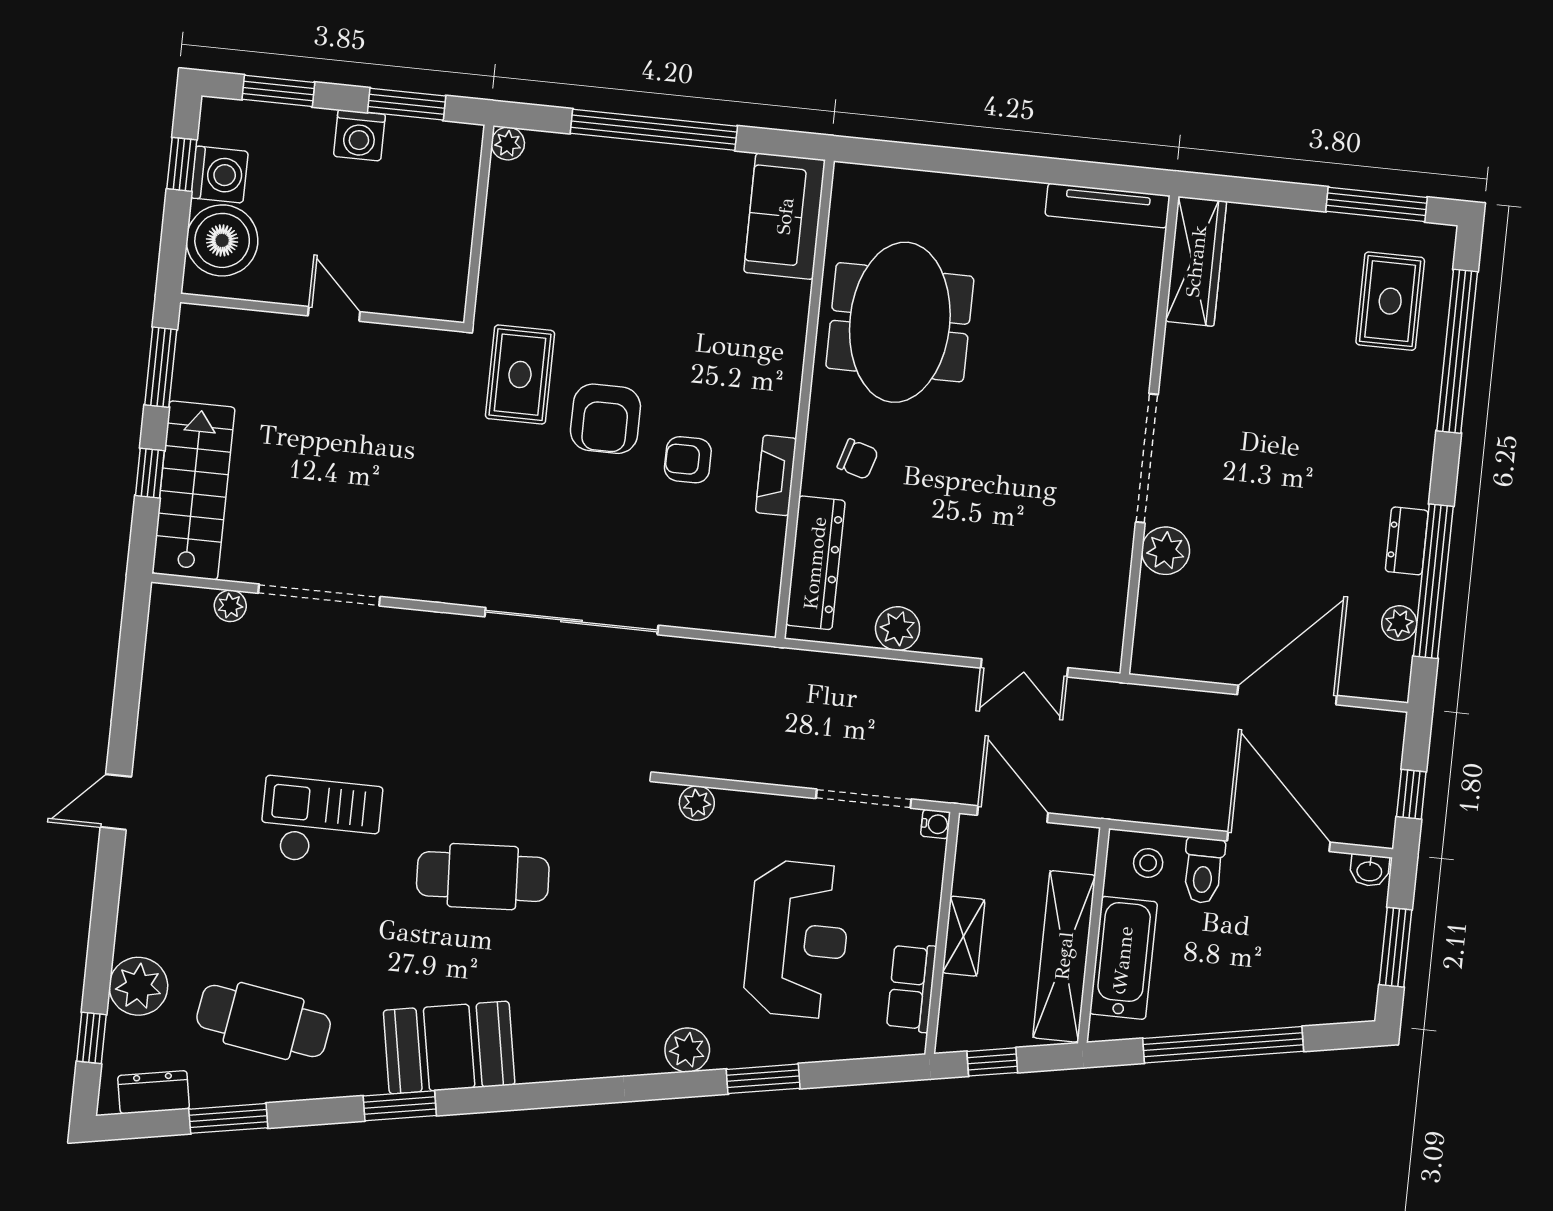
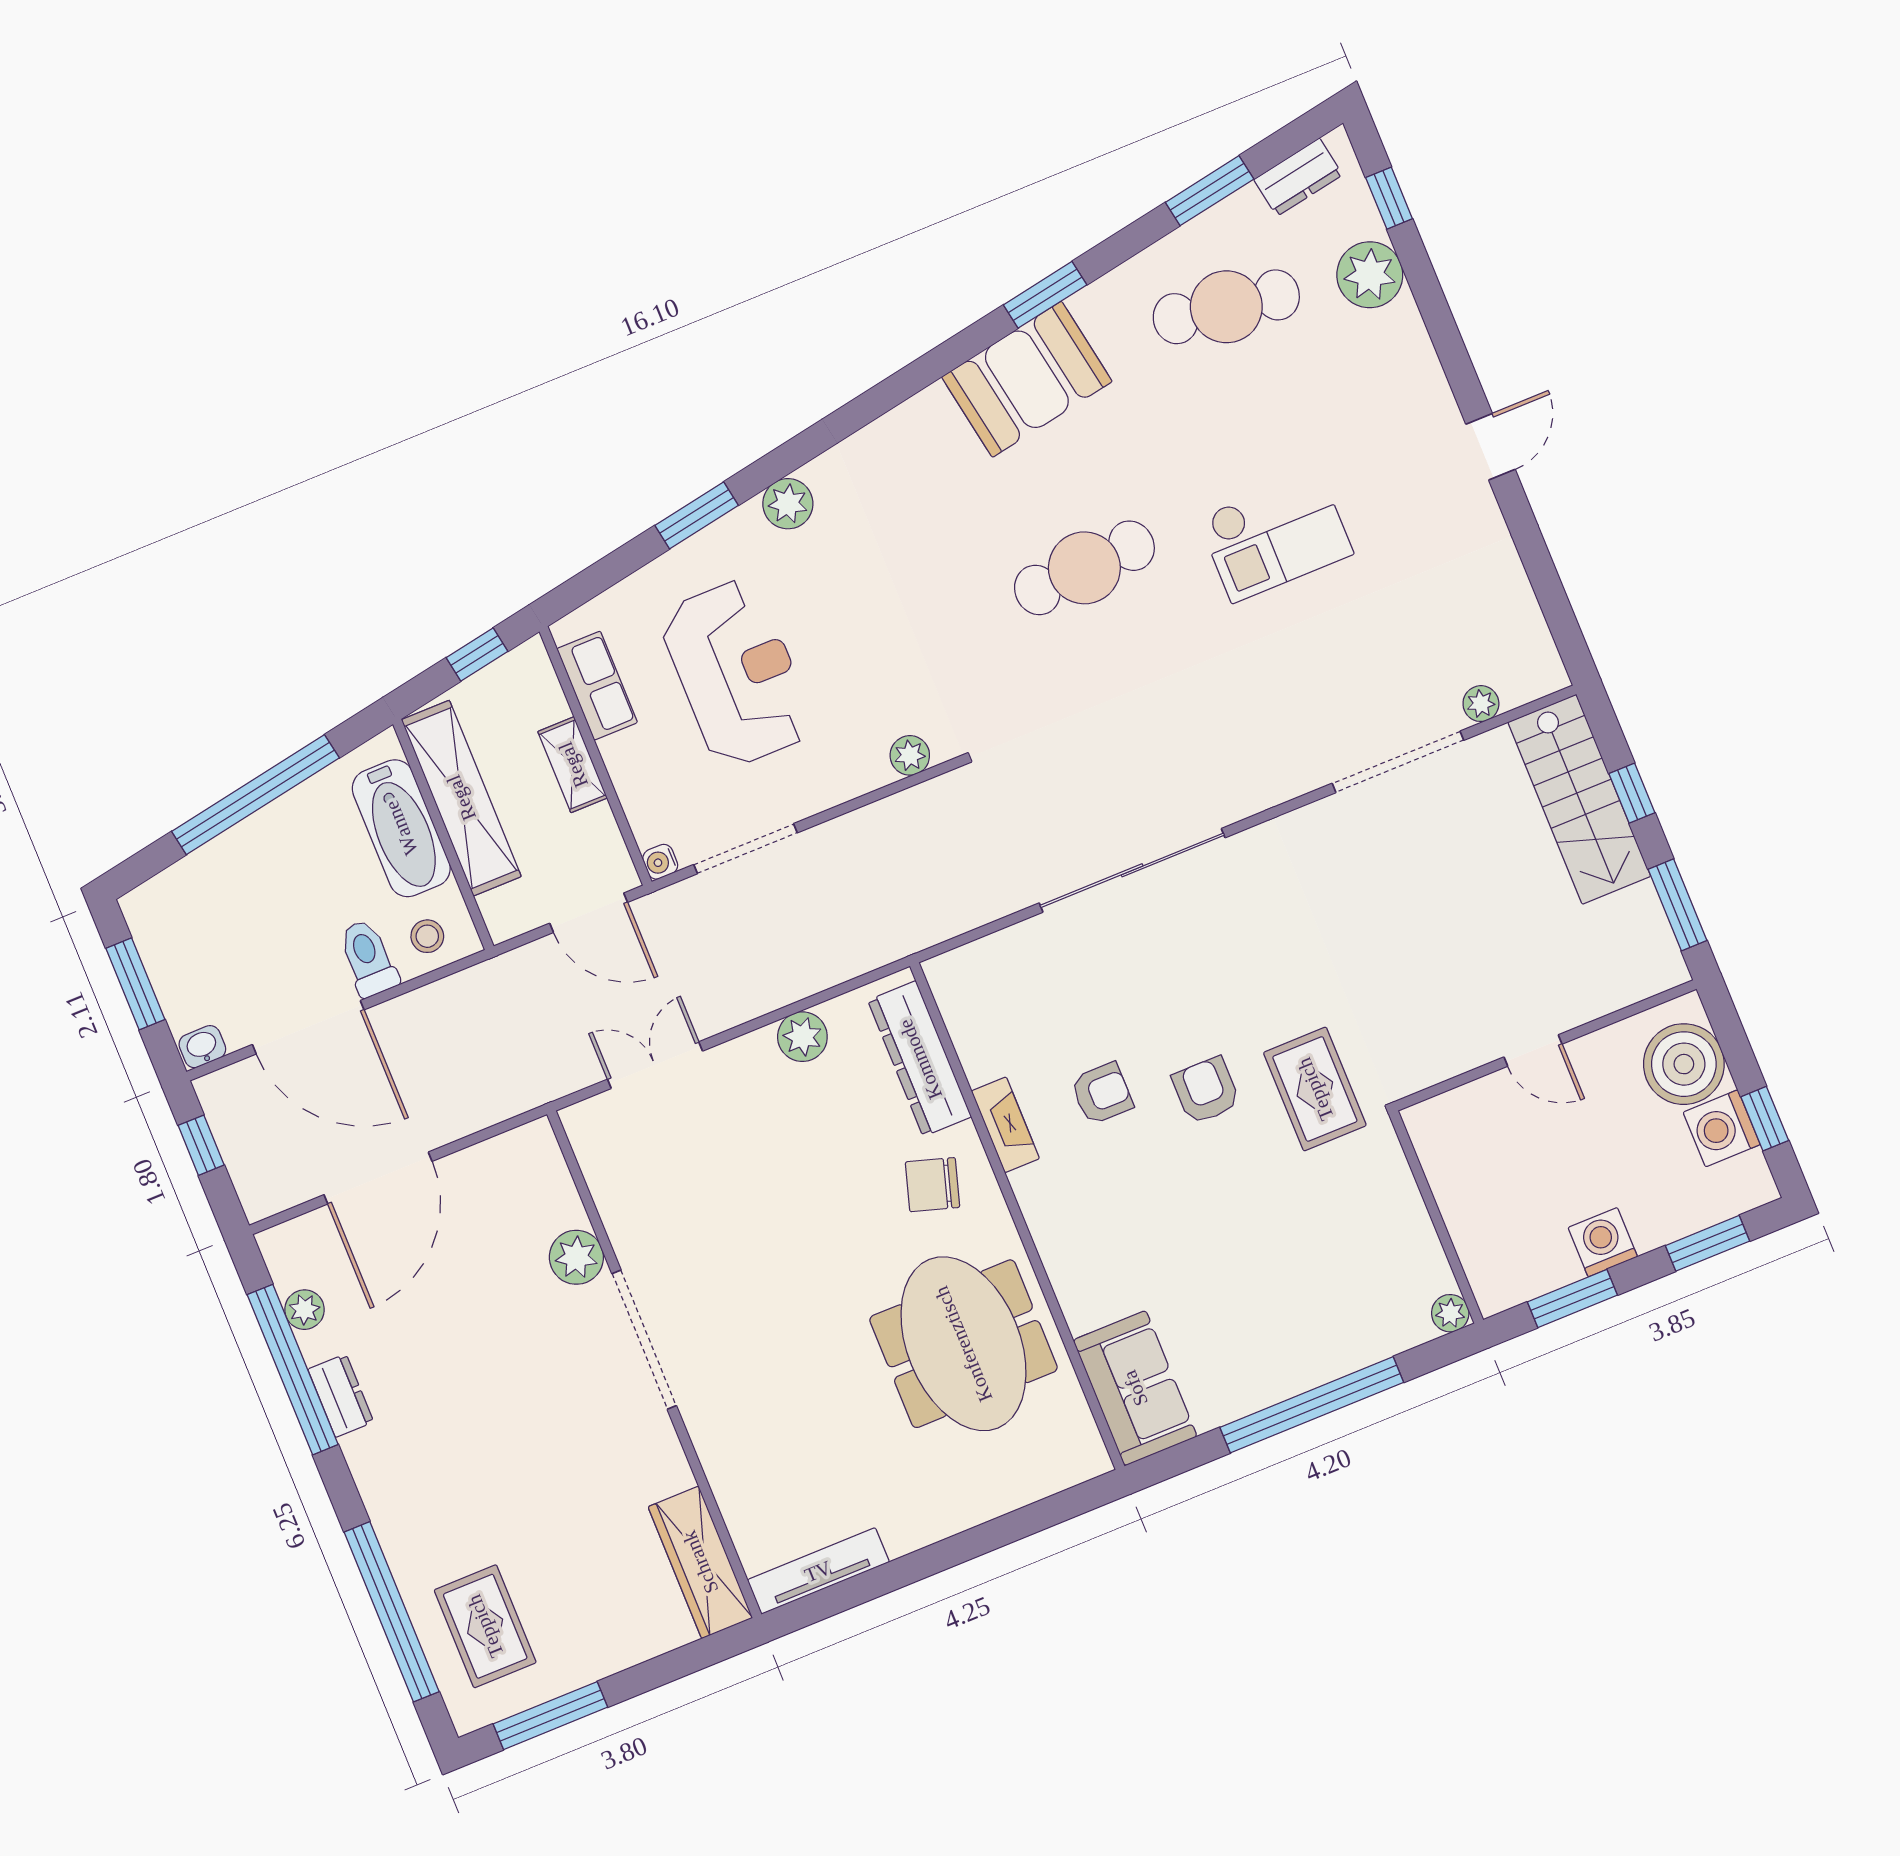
armchair: (605, 419) -> (1206, 1090), width x0.72, depth x0.72
chair: (858, 459) -> (933, 1185), width x1.37, depth x1.37
reception desk: (797, 939) -> (737, 673), turned 180

